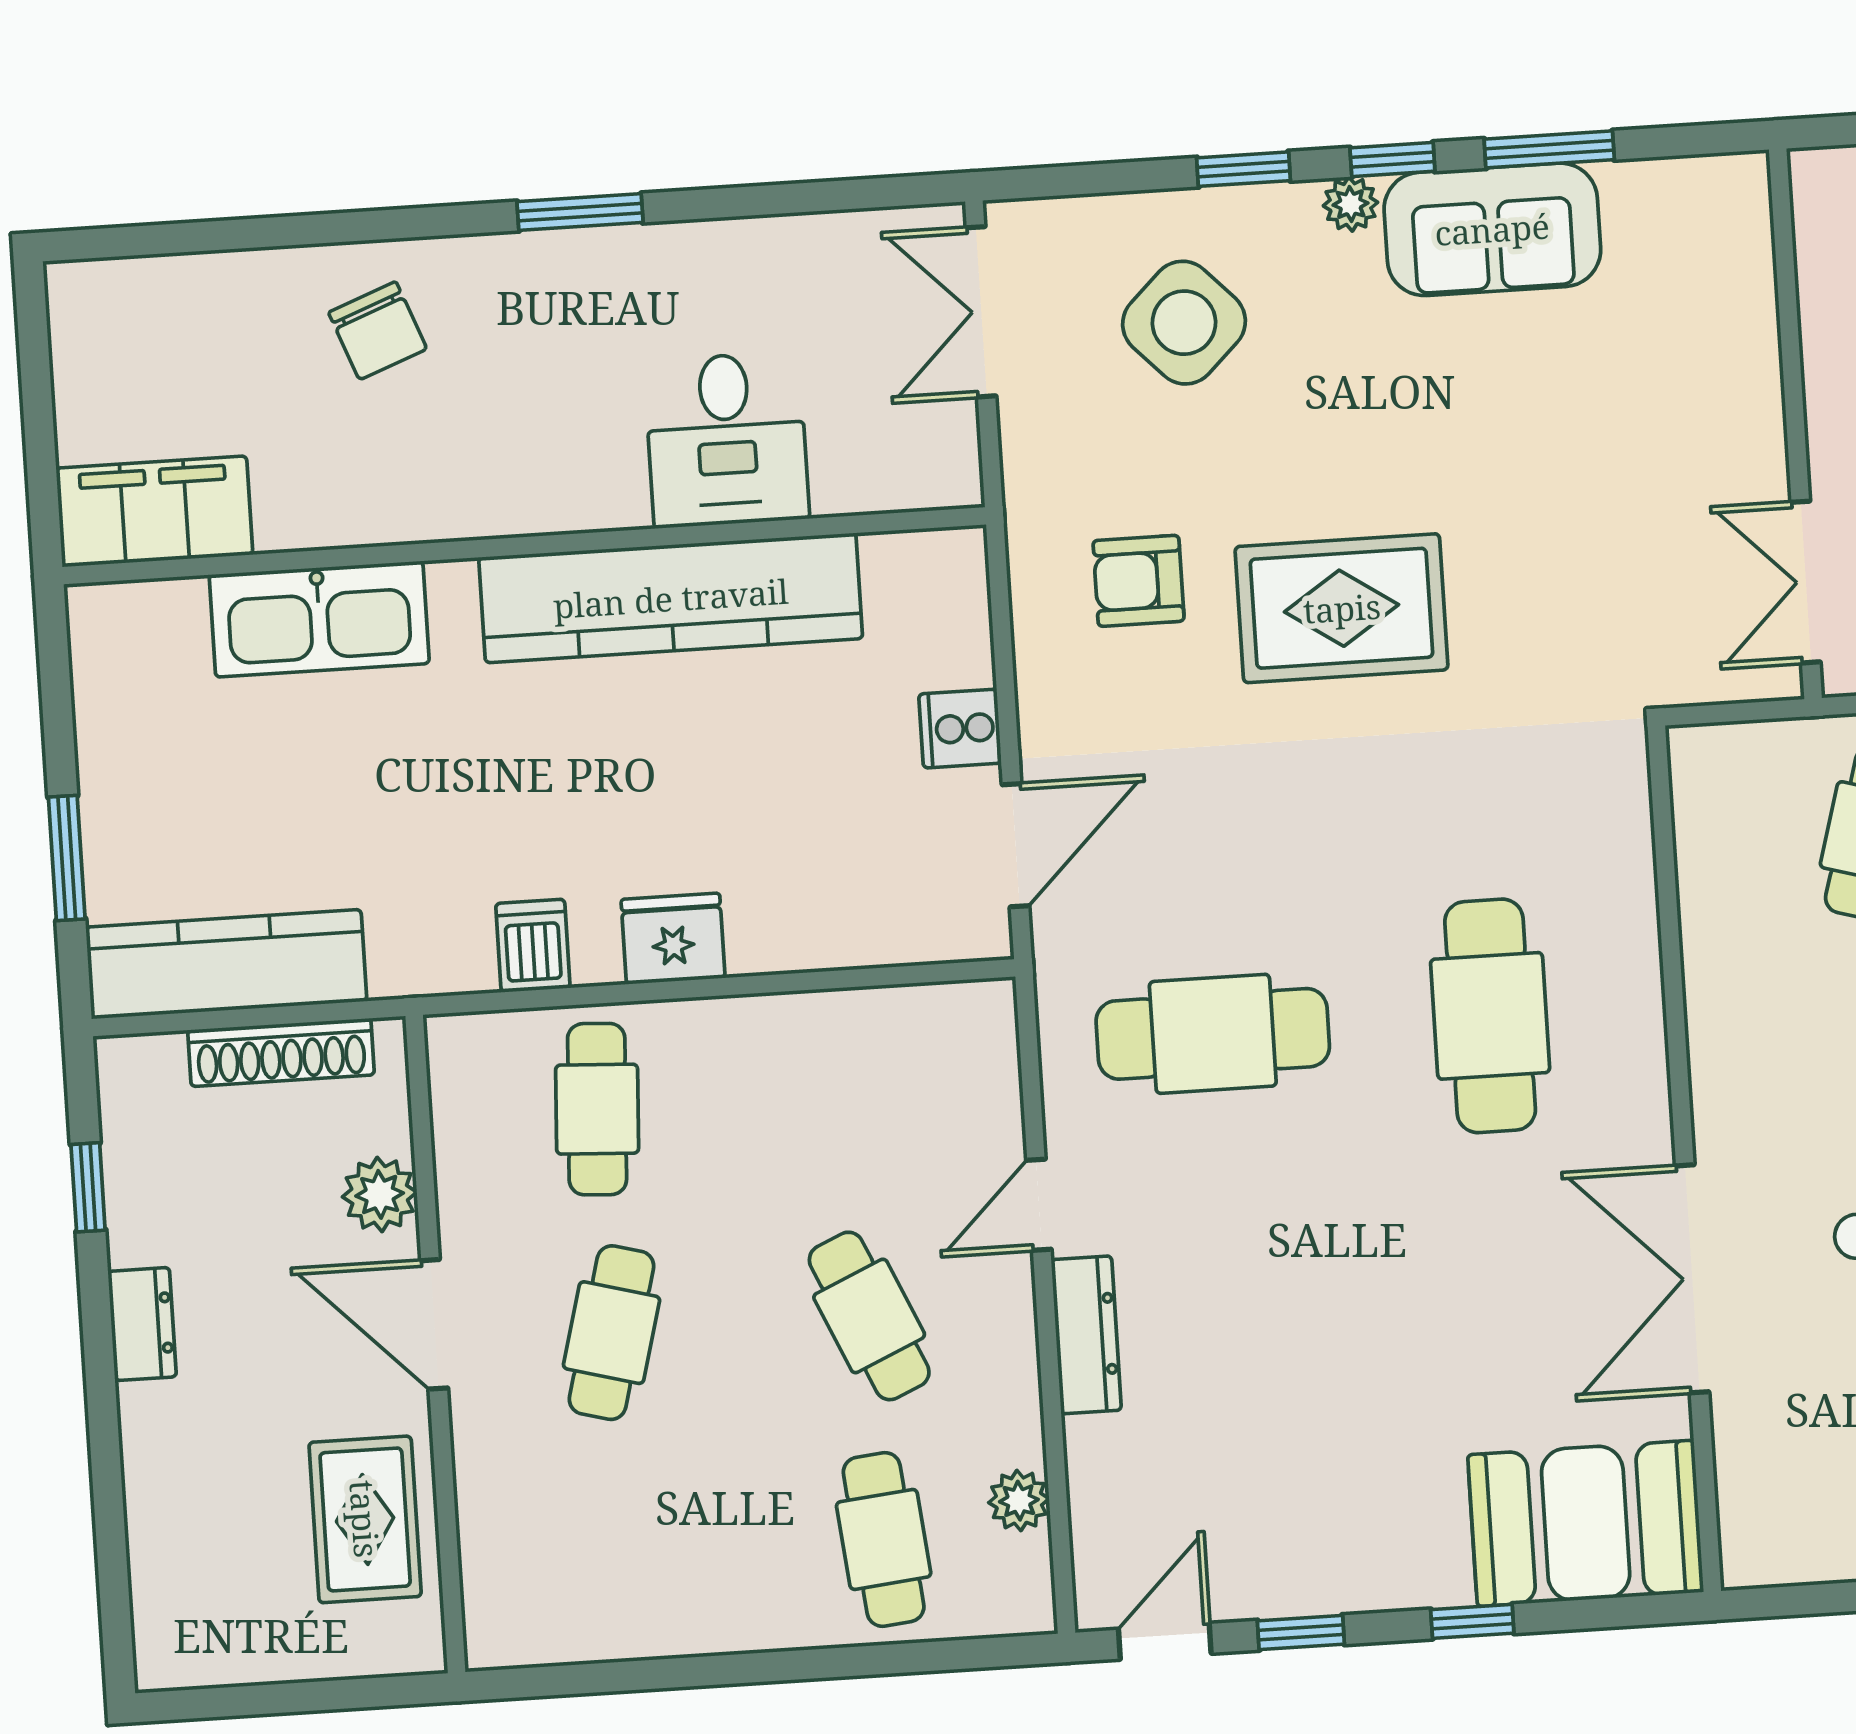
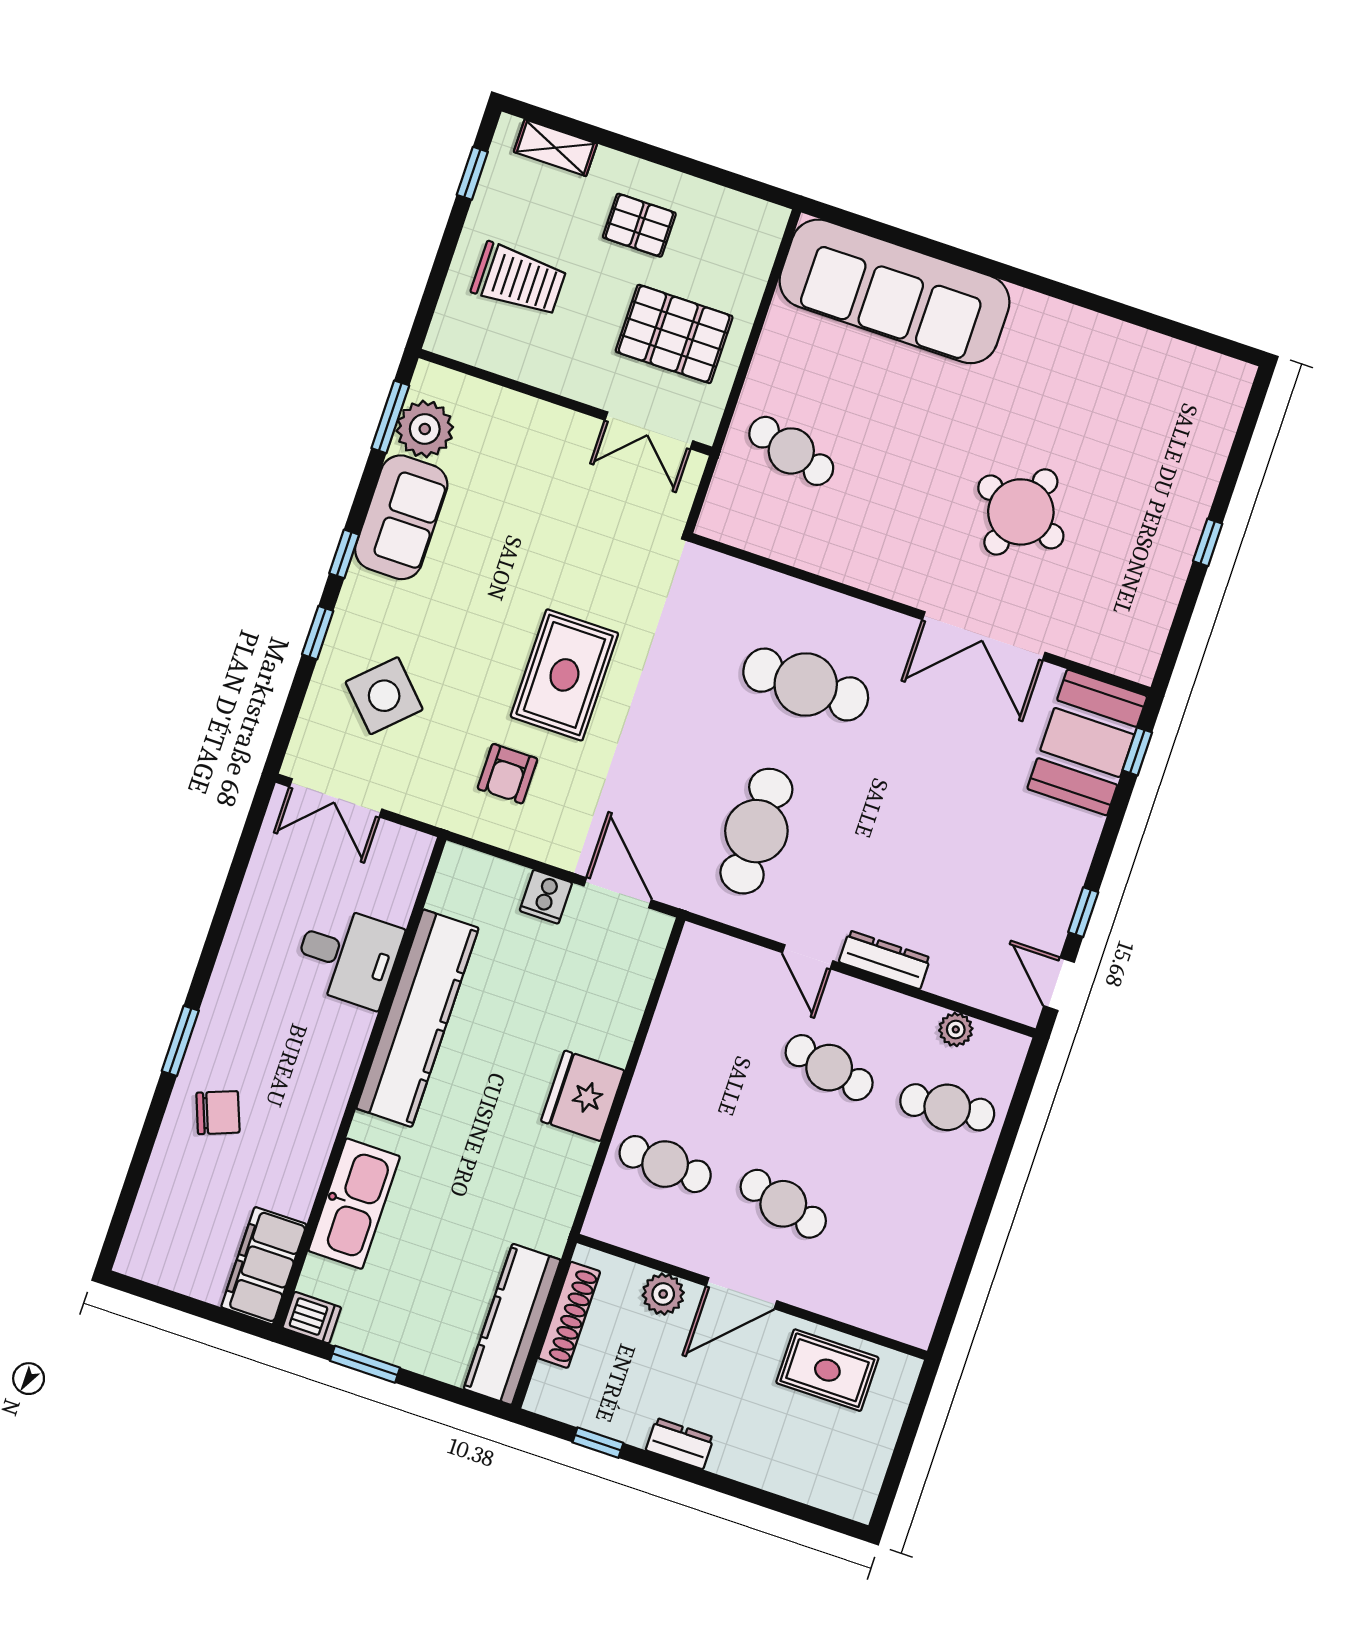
window: (1549, 149) -> (390, 417), moved
plant: (1350, 204) -> (425, 429), moved, width x1.88, depth x1.88
window: (580, 212) -> (180, 1041), moved
window: (67, 858) -> (365, 1364), moved
fridge: (673, 939) -> (583, 1096), width x1.36, depth x1.34
dishwasher: (533, 946) -> (312, 1318), moved, turned 180
cafe table: (869, 1316) -> (829, 1068), turned 36
window: (1472, 1621) -> (1137, 751), moved

